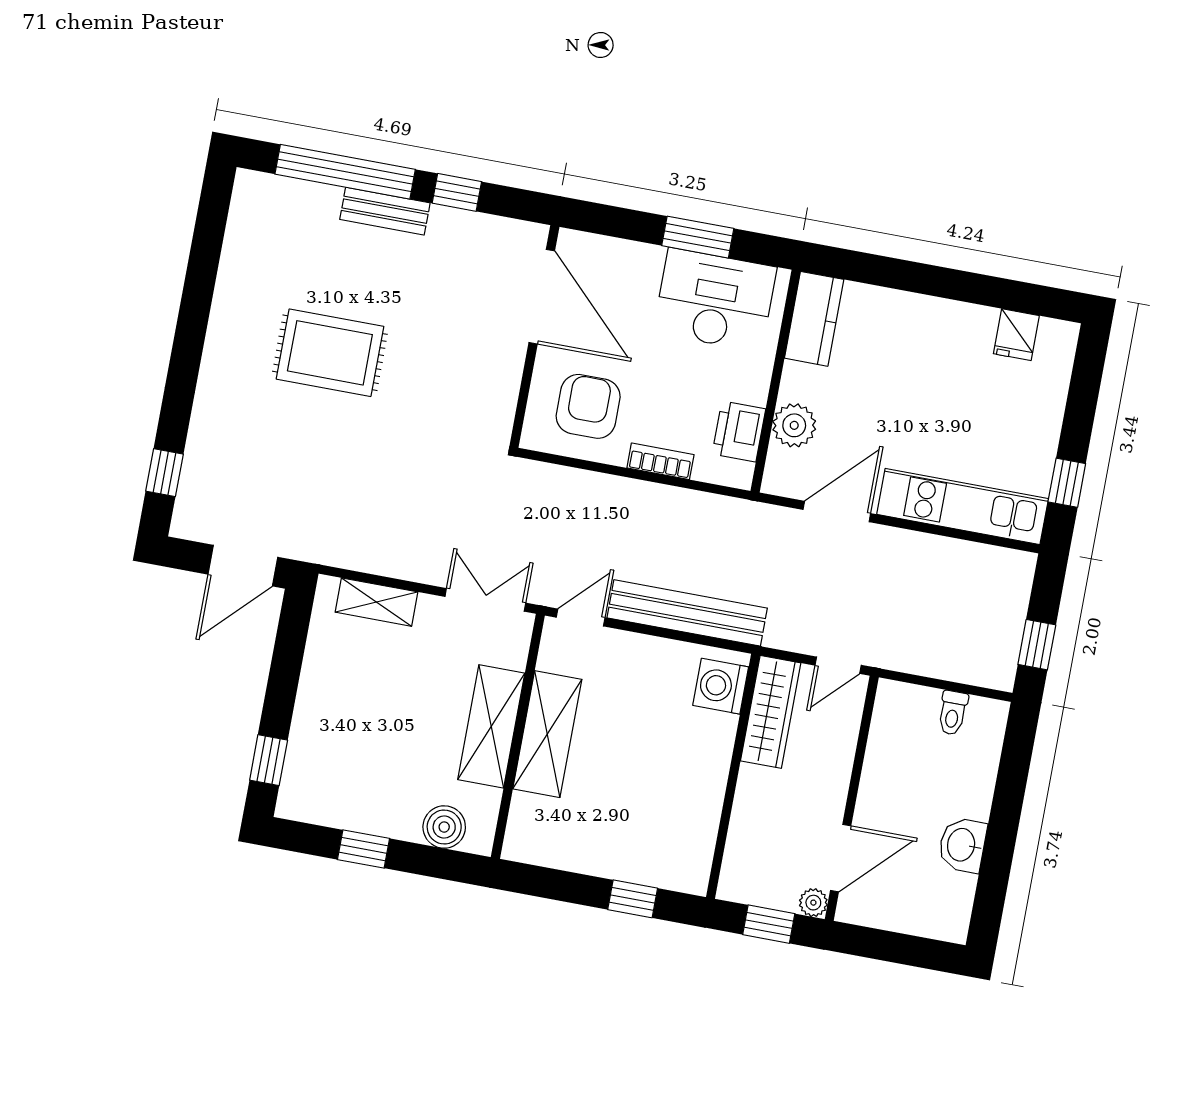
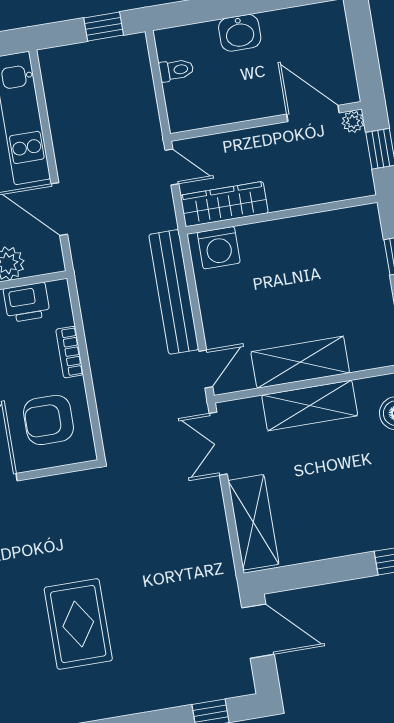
shelving: (377, 602) -> (253, 522), width x1.50, depth x1.33
door: (581, 618) -> (206, 369), swing flipped
washbasin: (962, 845) -> (240, 33), moved

